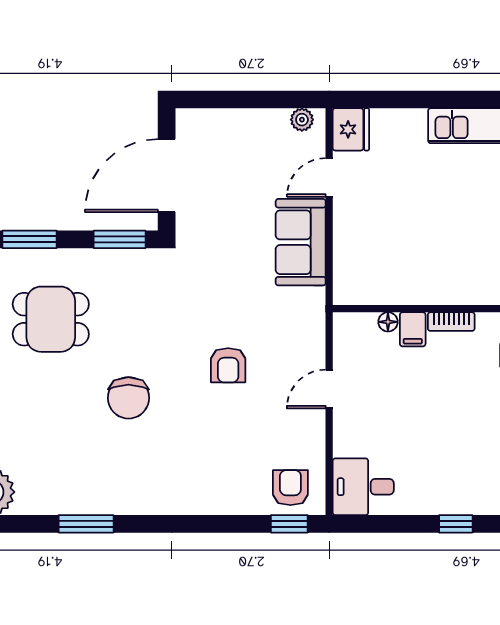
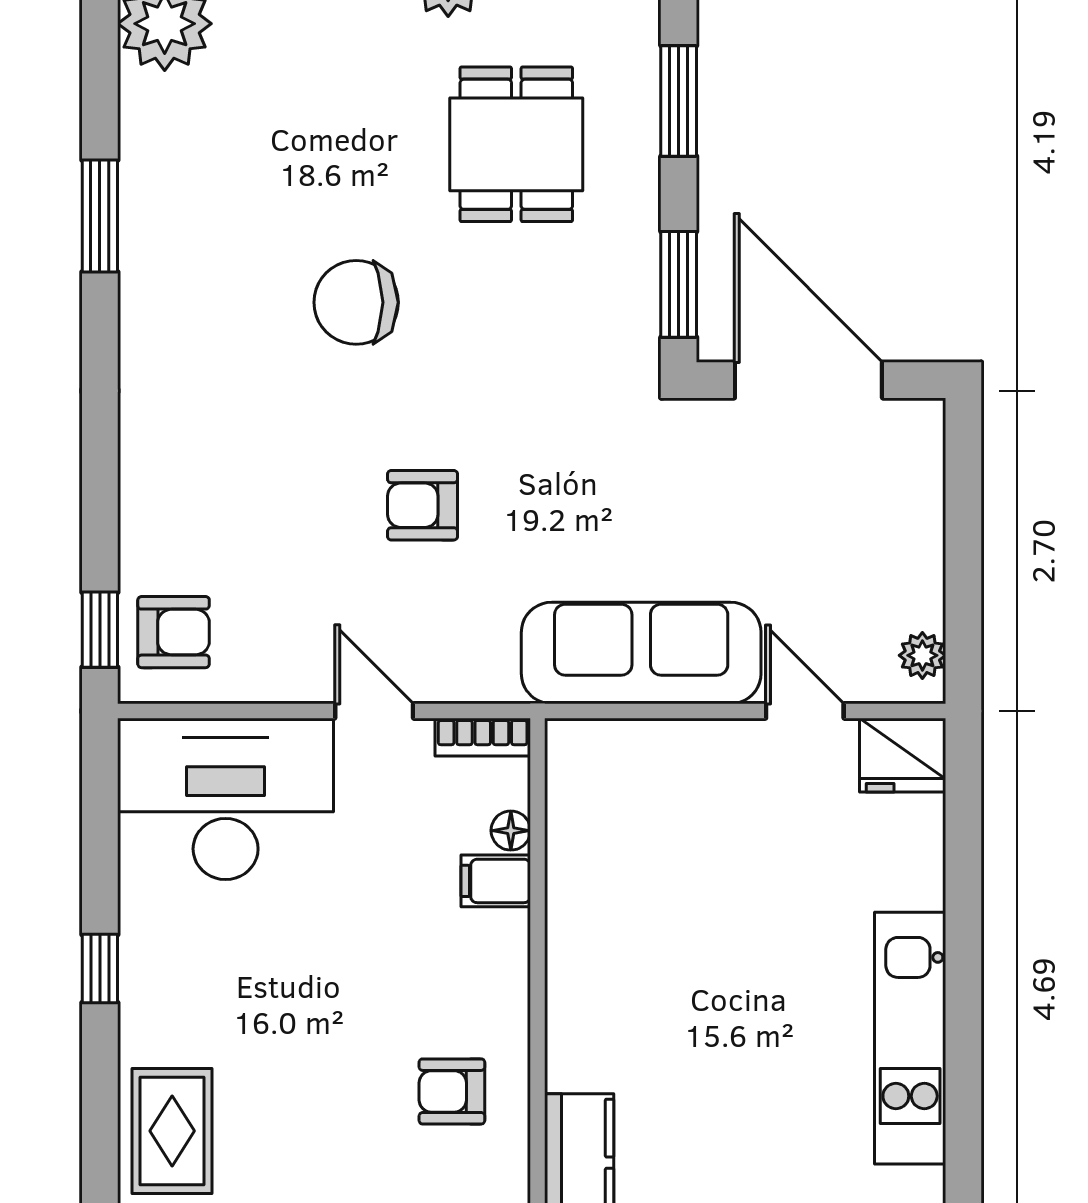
sofa: (301, 242) -> (641, 653), width x1.36
bookcase: (451, 322) -> (483, 737), moved, turned -90
desk: (363, 487) -> (226, 799), width x1.87, depth x1.30

